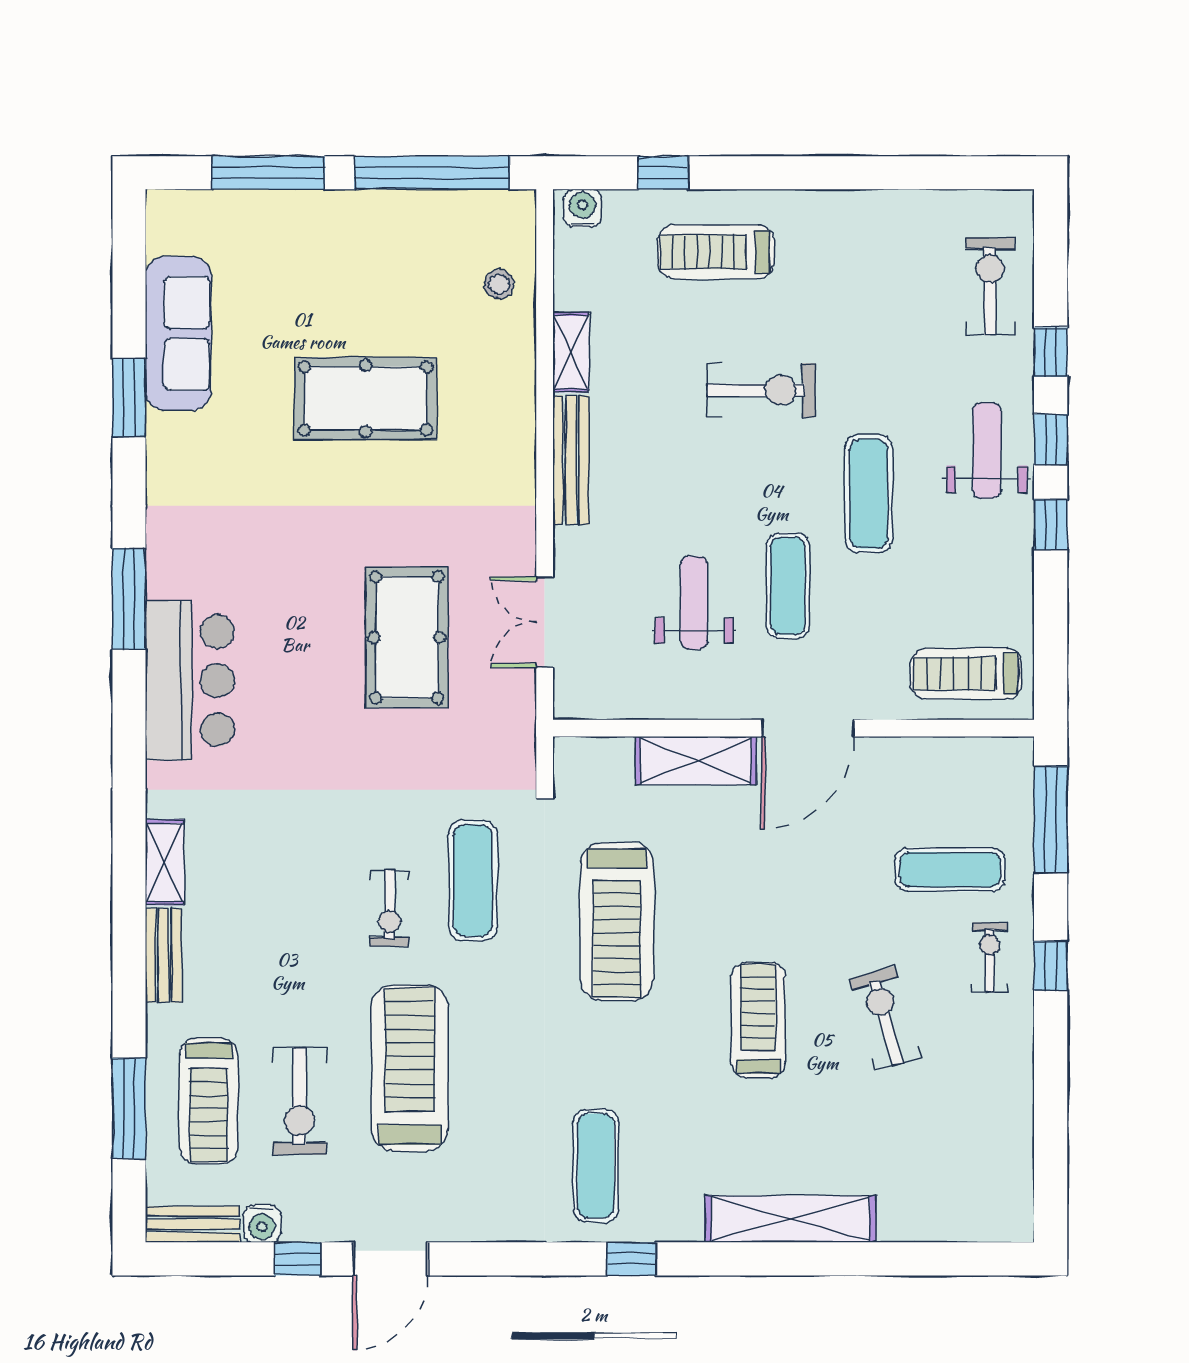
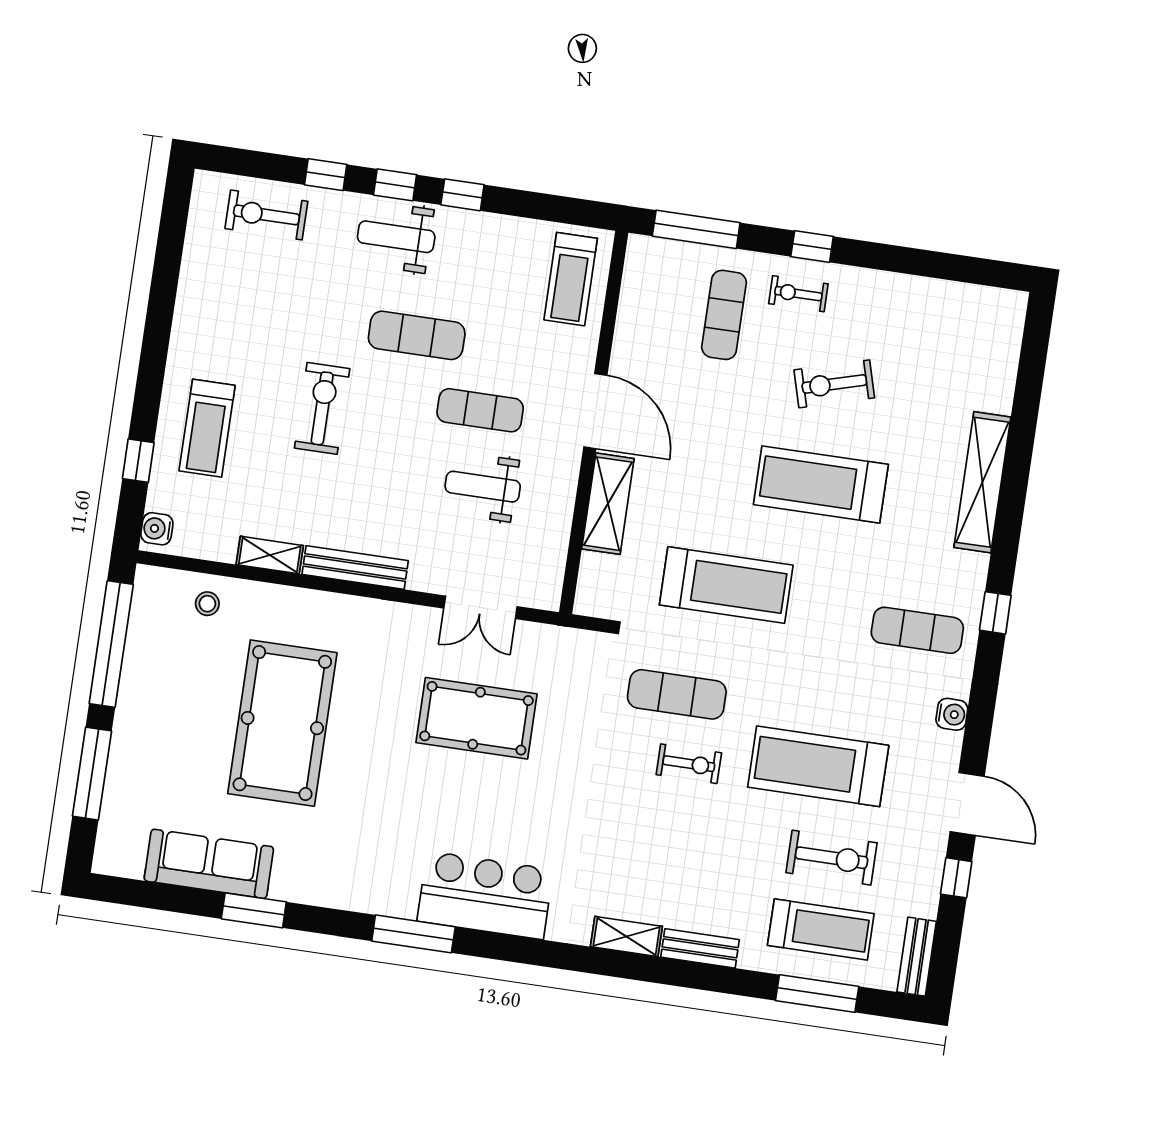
pool table: (365, 399) -> (282, 723), width x1.36, depth x1.32
treadmill: (758, 1020) -> (821, 485), width x1.37, depth x1.38
water cooler: (262, 1224) -> (952, 714), moved

